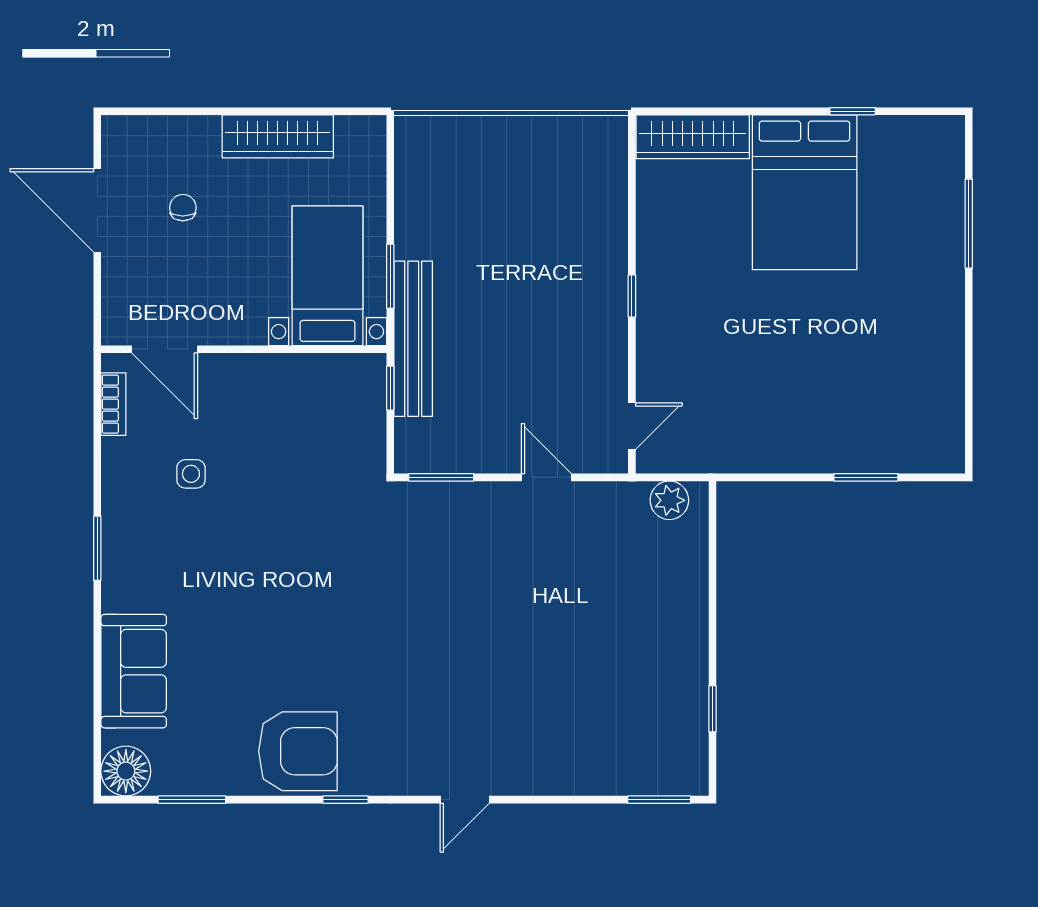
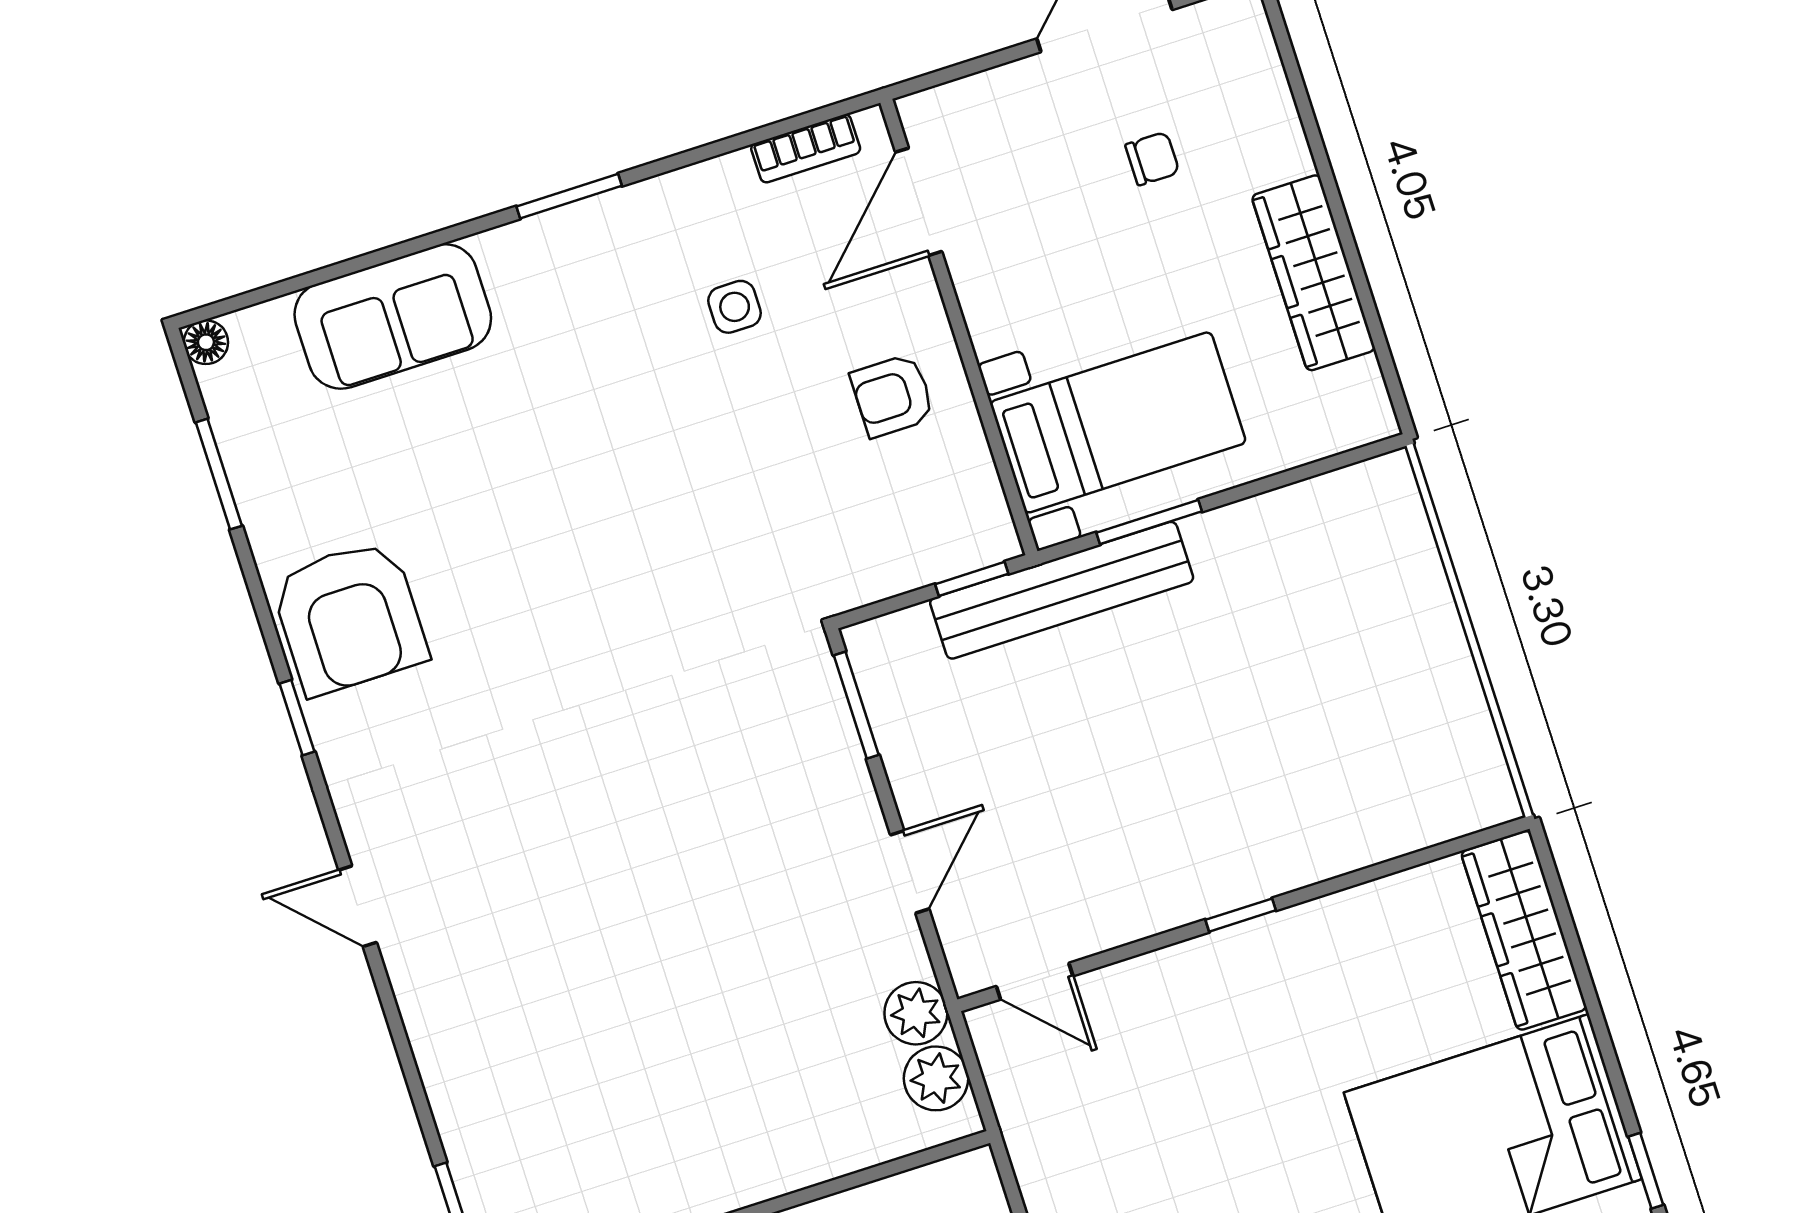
armchair: (271, 400) -> (892, 396), added
plant: (628, 500) -> (916, 1013), added
floor lamp: (126, 771) -> (206, 342), width x0.53, depth x0.53

